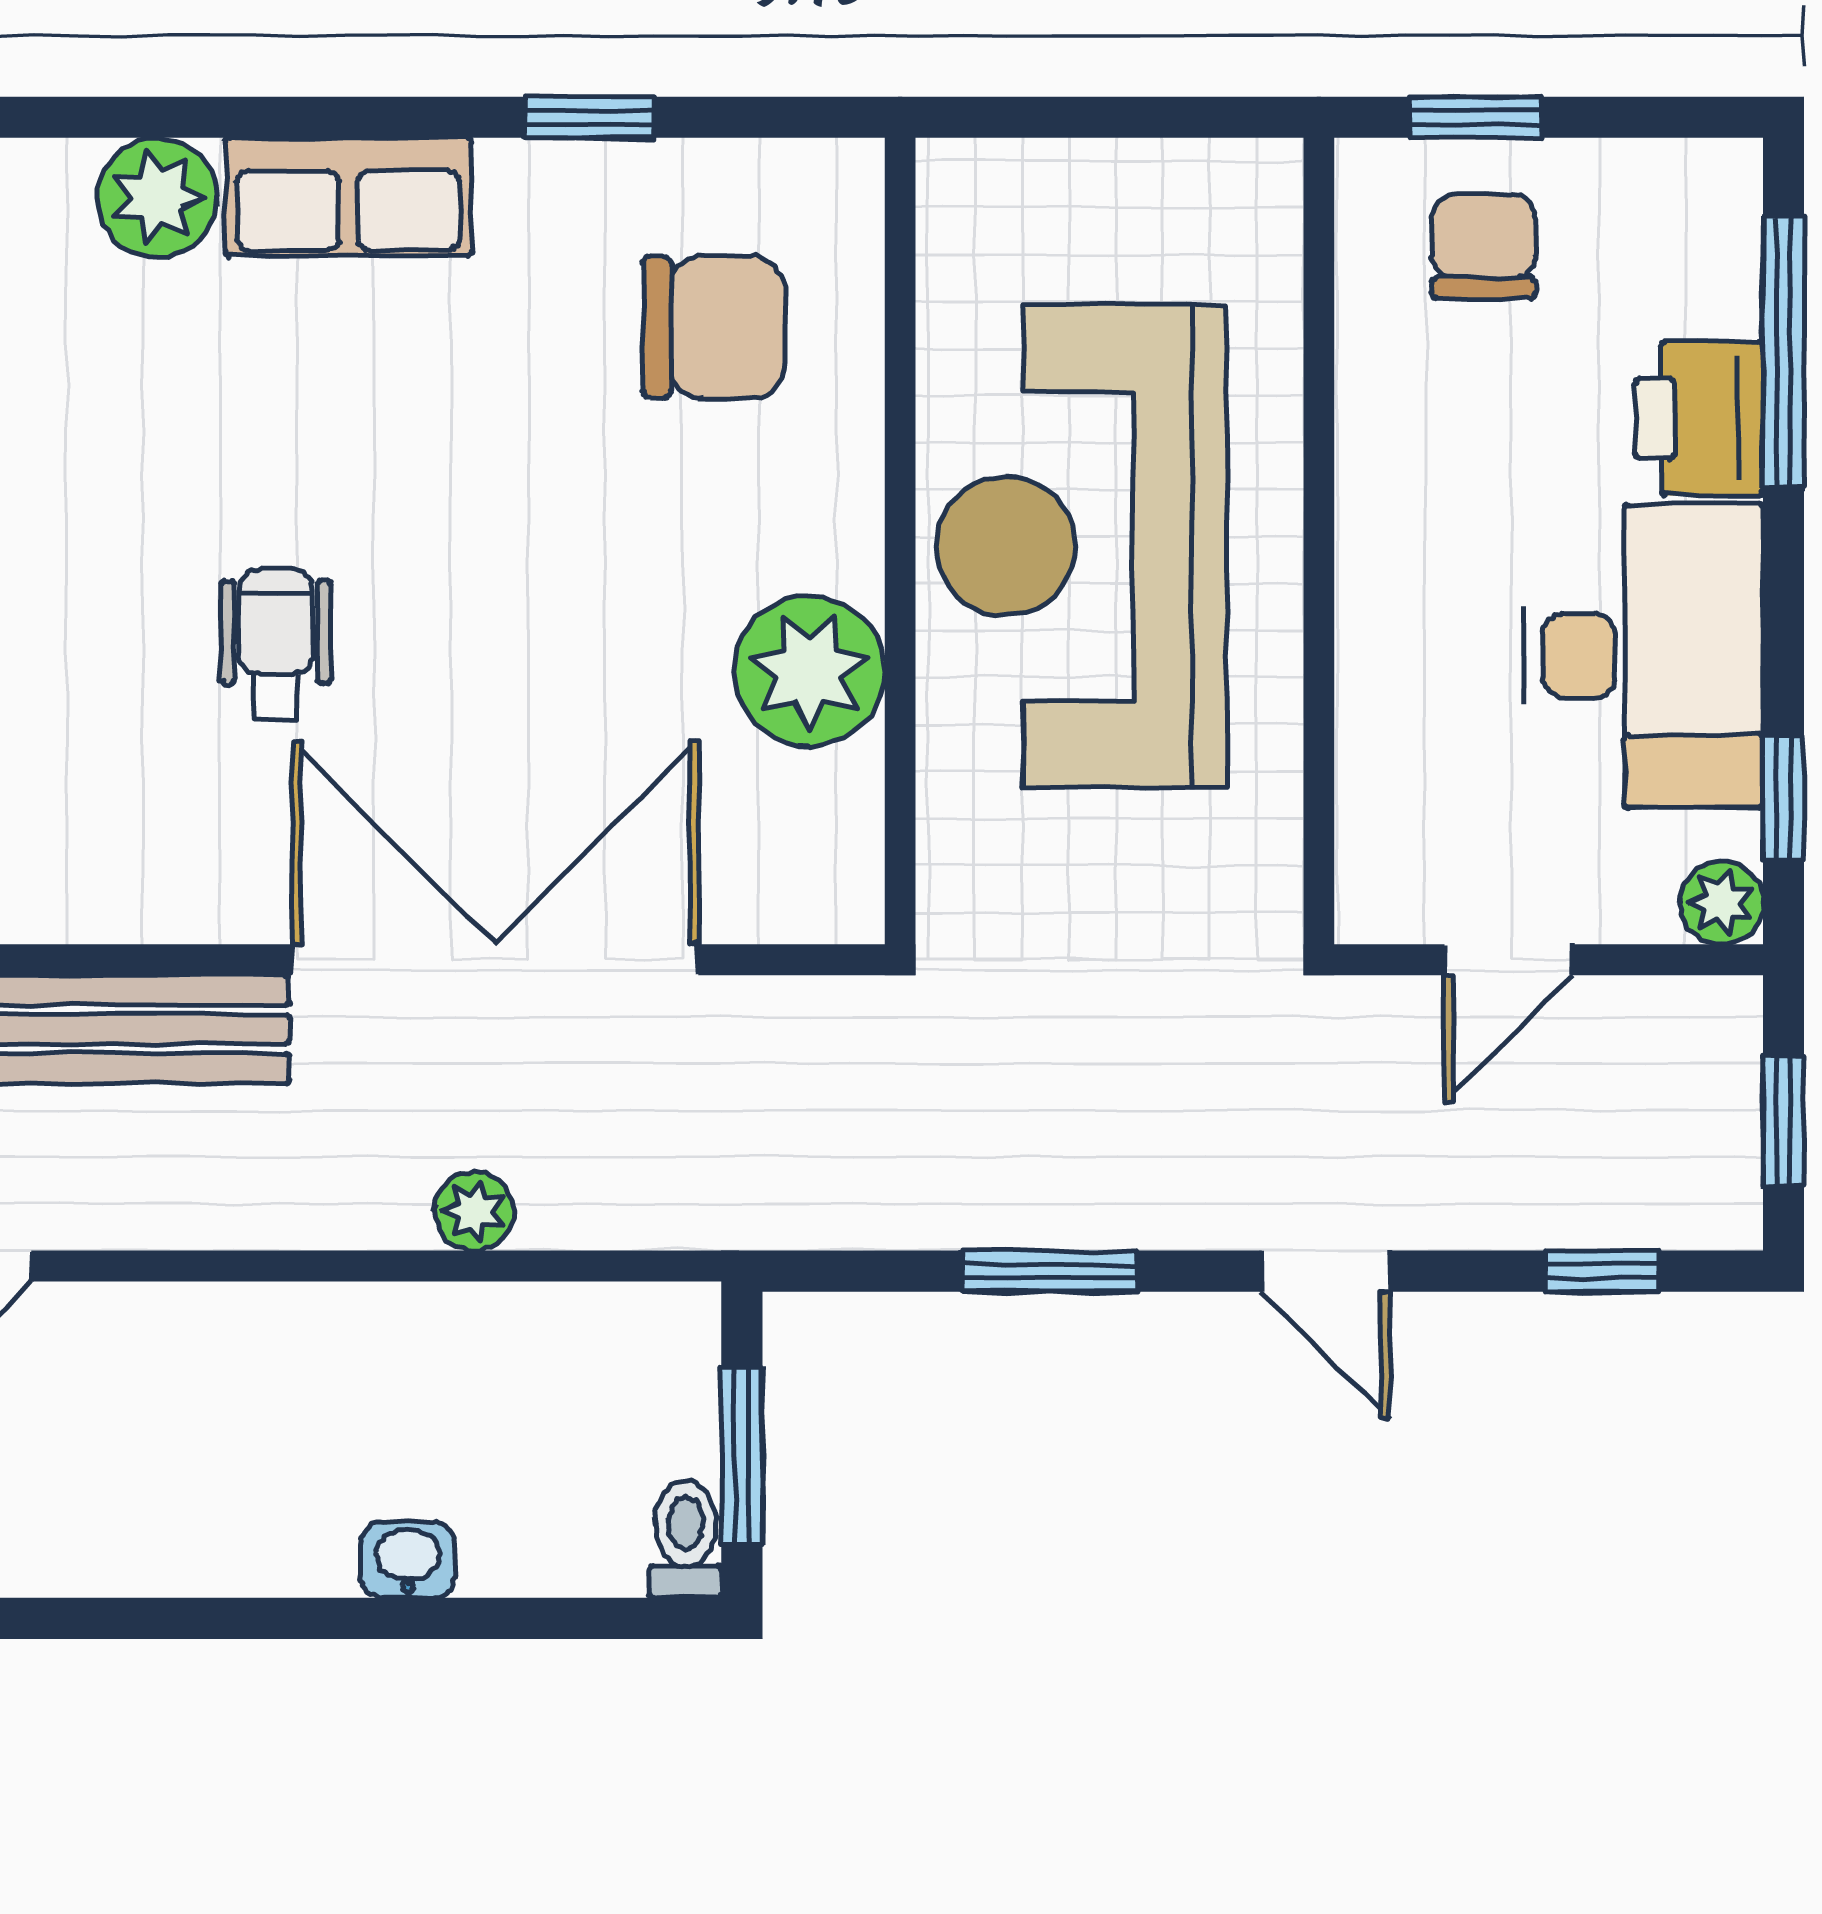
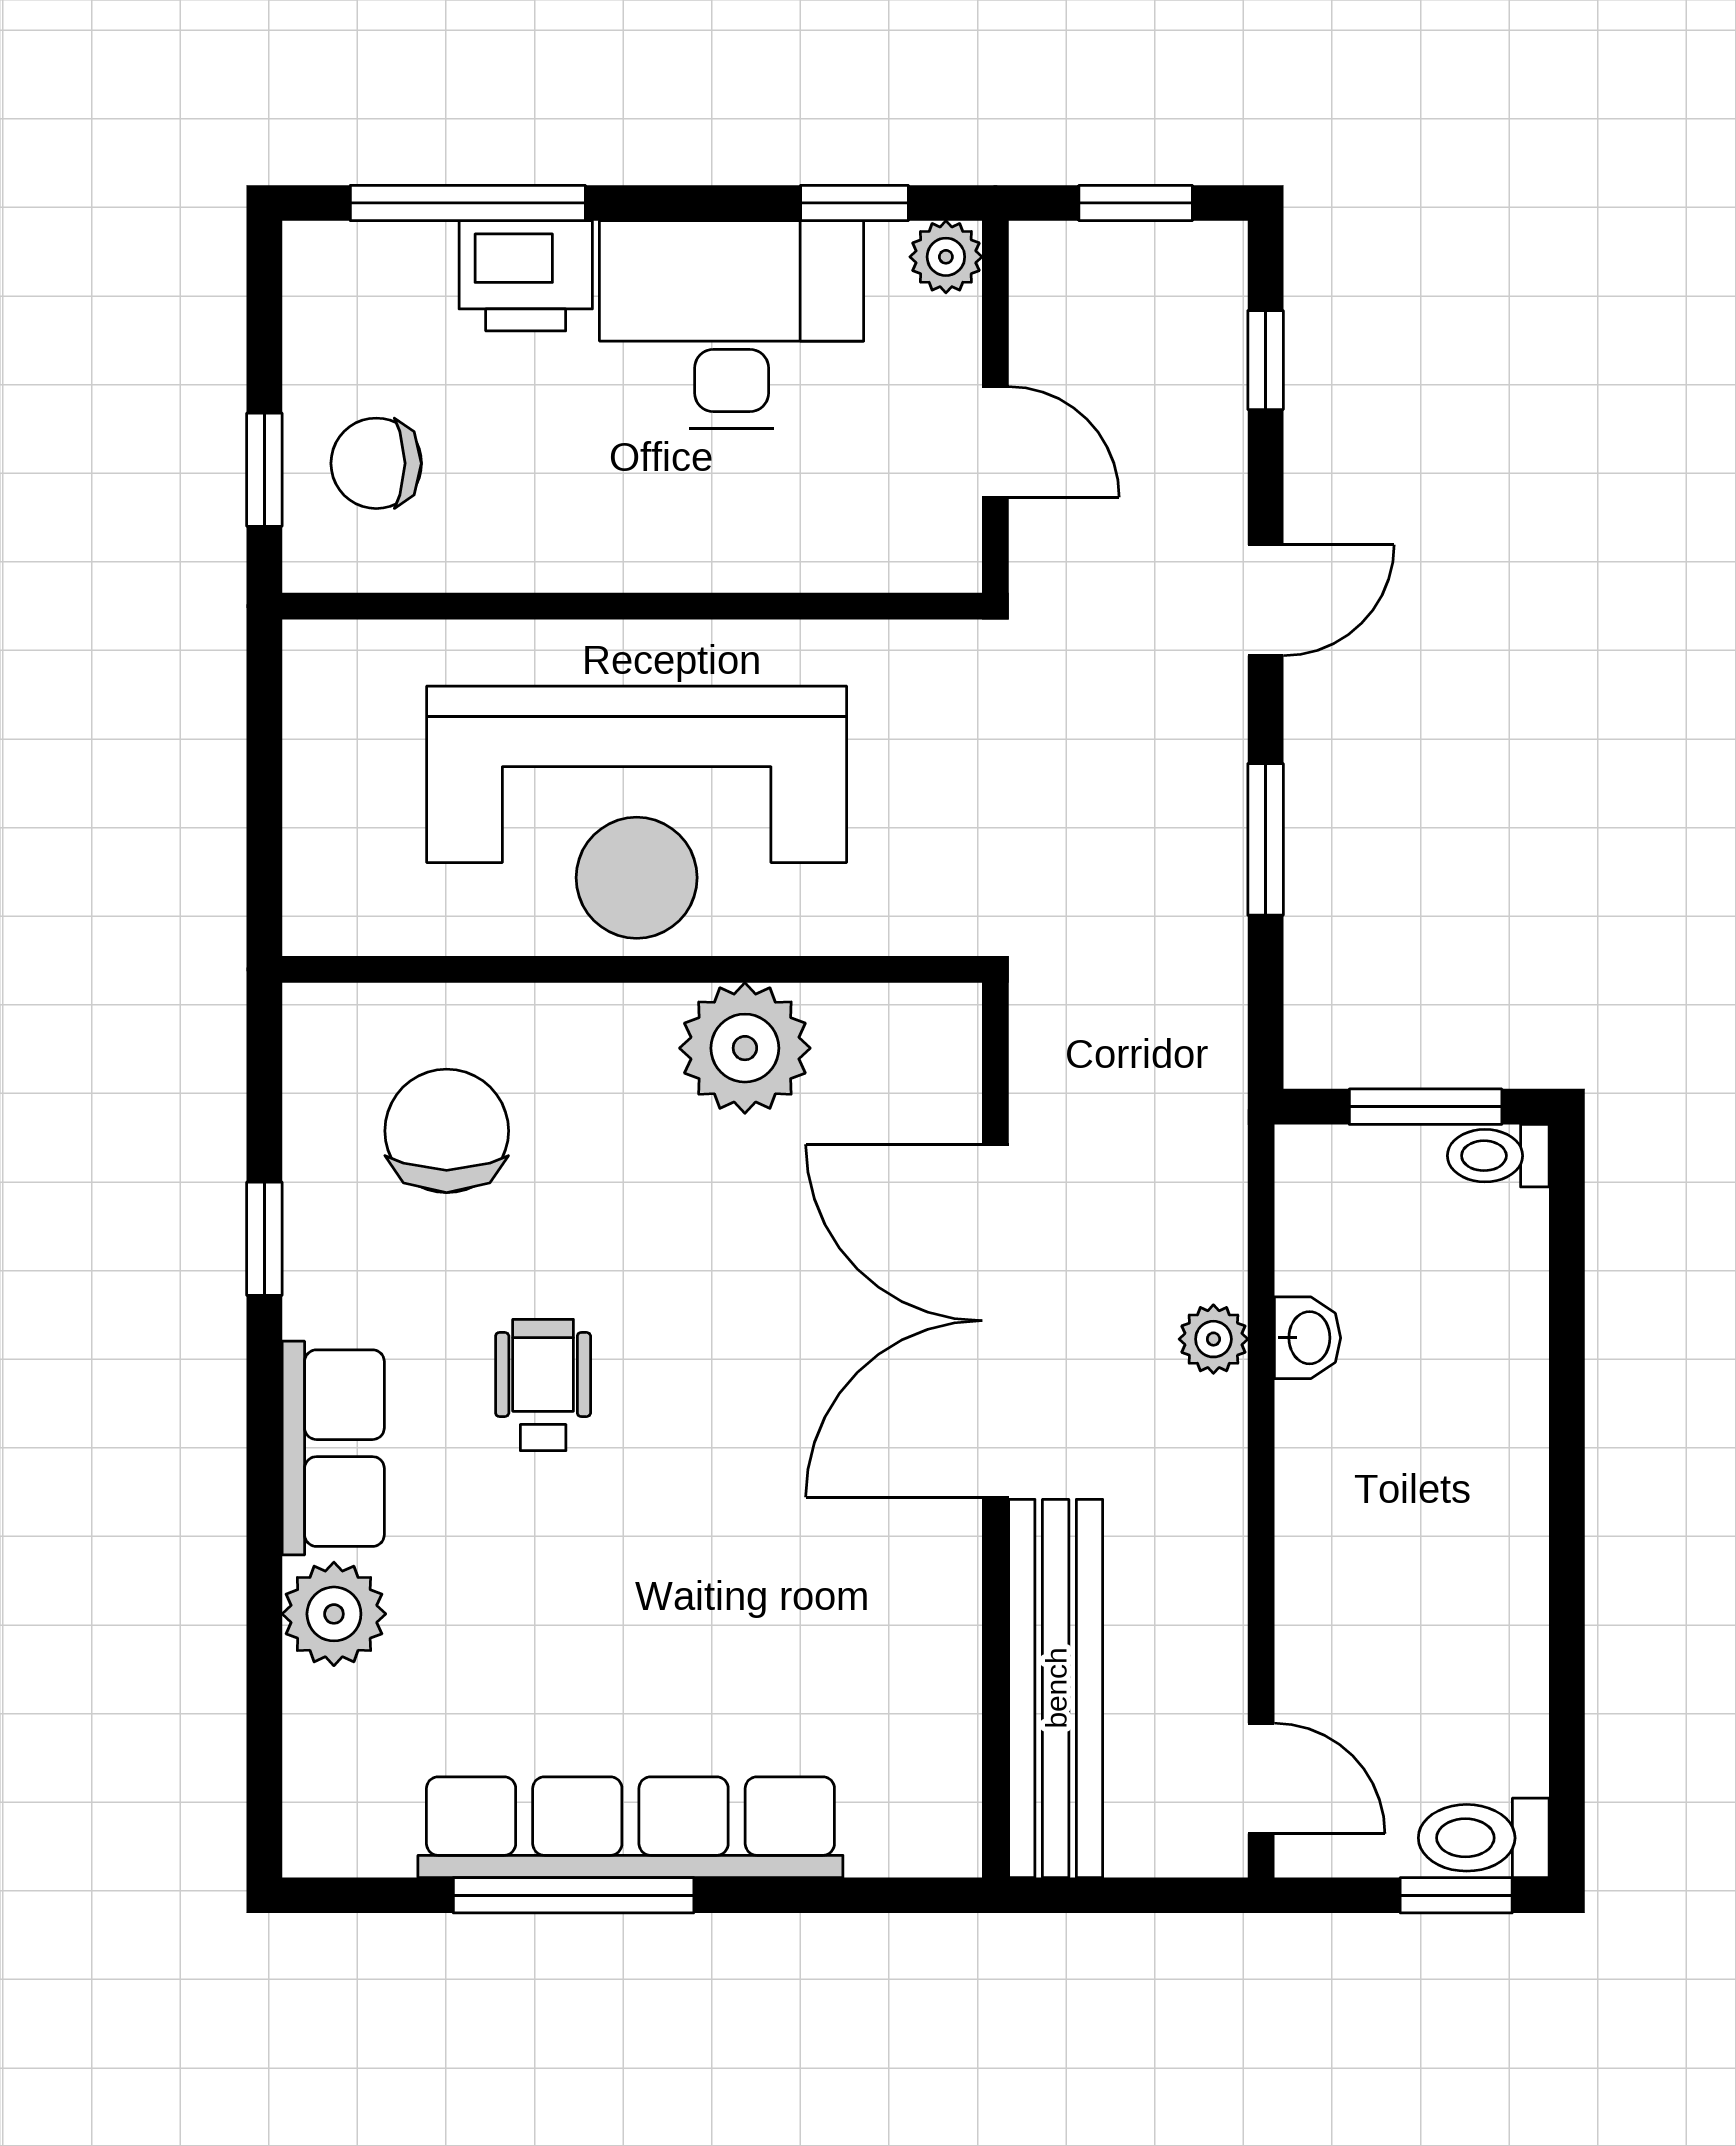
wheelchair: (276, 644) -> (543, 1385), moved, turned 90
washbasin: (408, 1560) -> (1307, 1338), moved, turned 180

